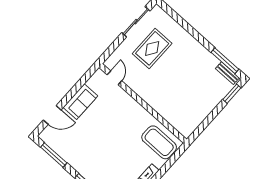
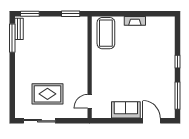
window: (201, 127) -> (71, 14), added

